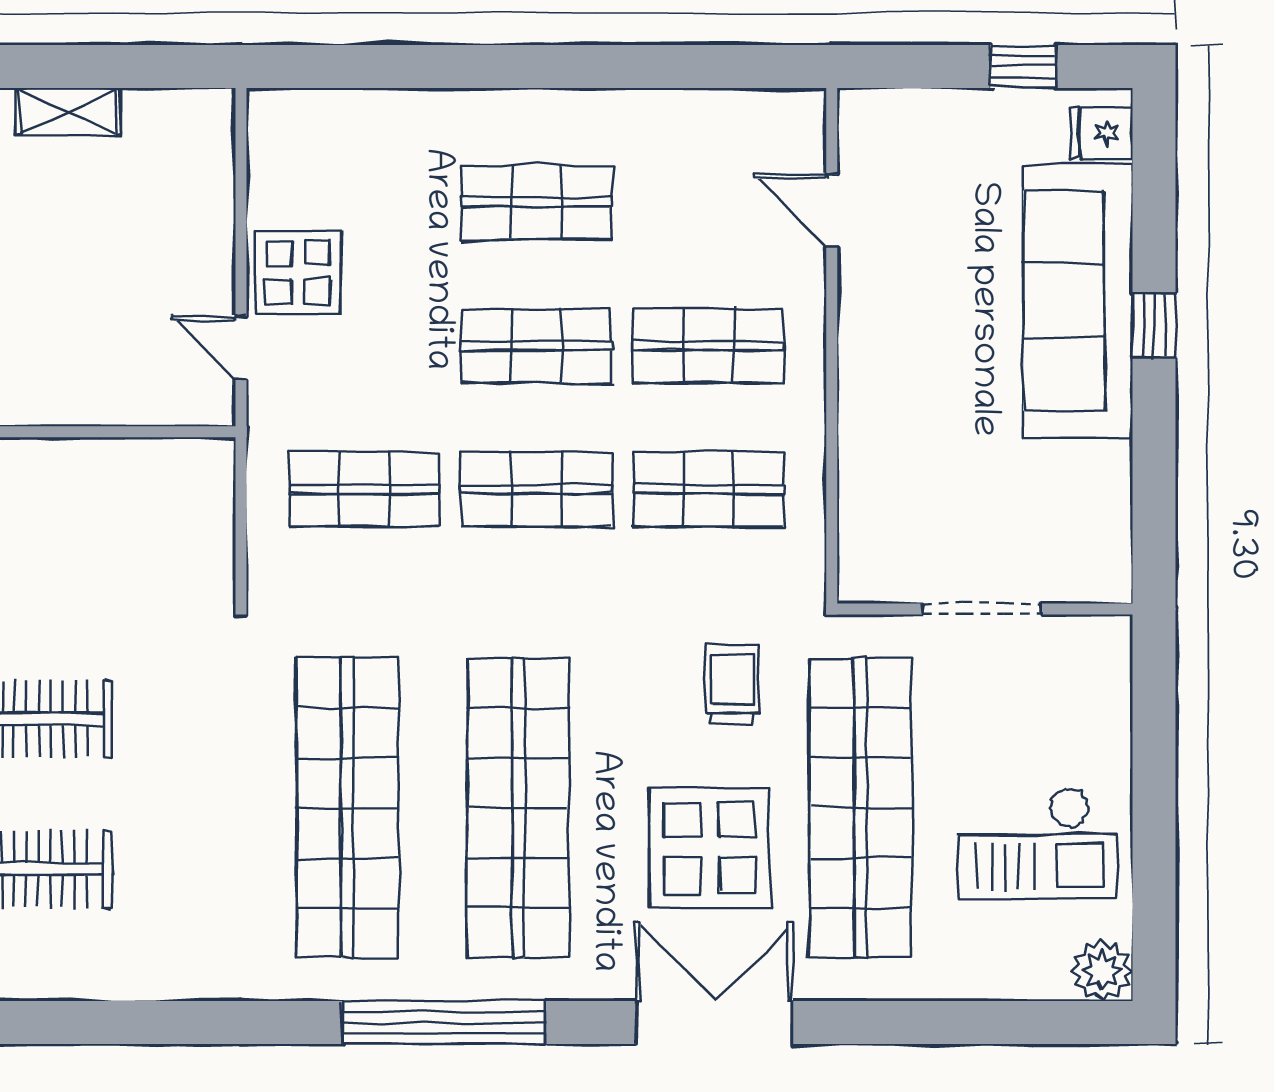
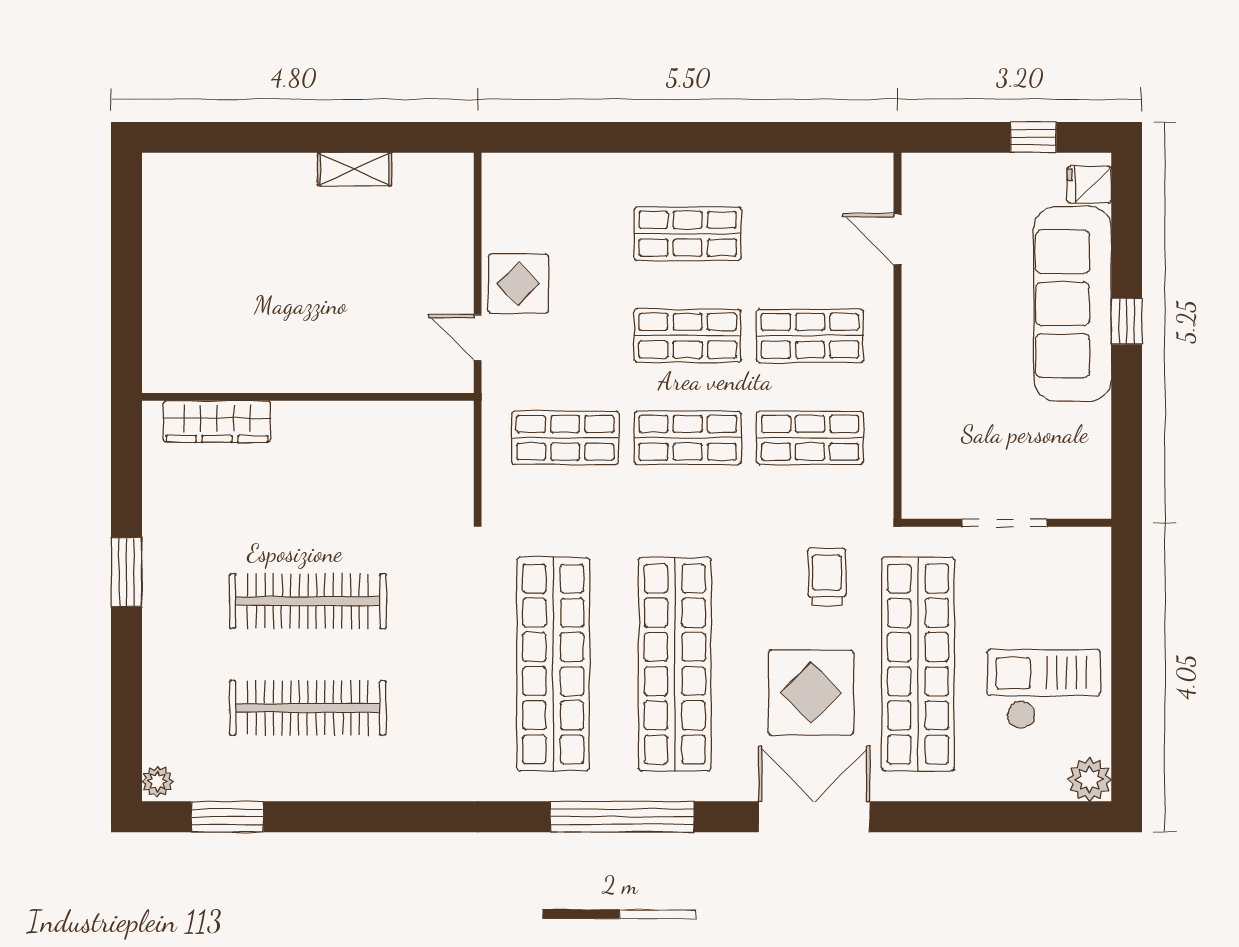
checkout: (1037, 843) -> (1044, 689), turned 180

